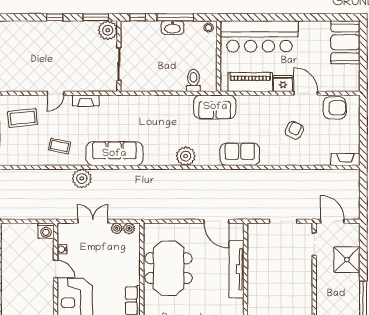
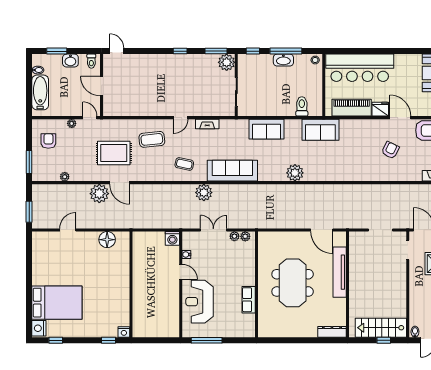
sofa: (240, 154) -> (267, 129), moved, turned 180
meeting table: (169, 268) -> (293, 283), moved

